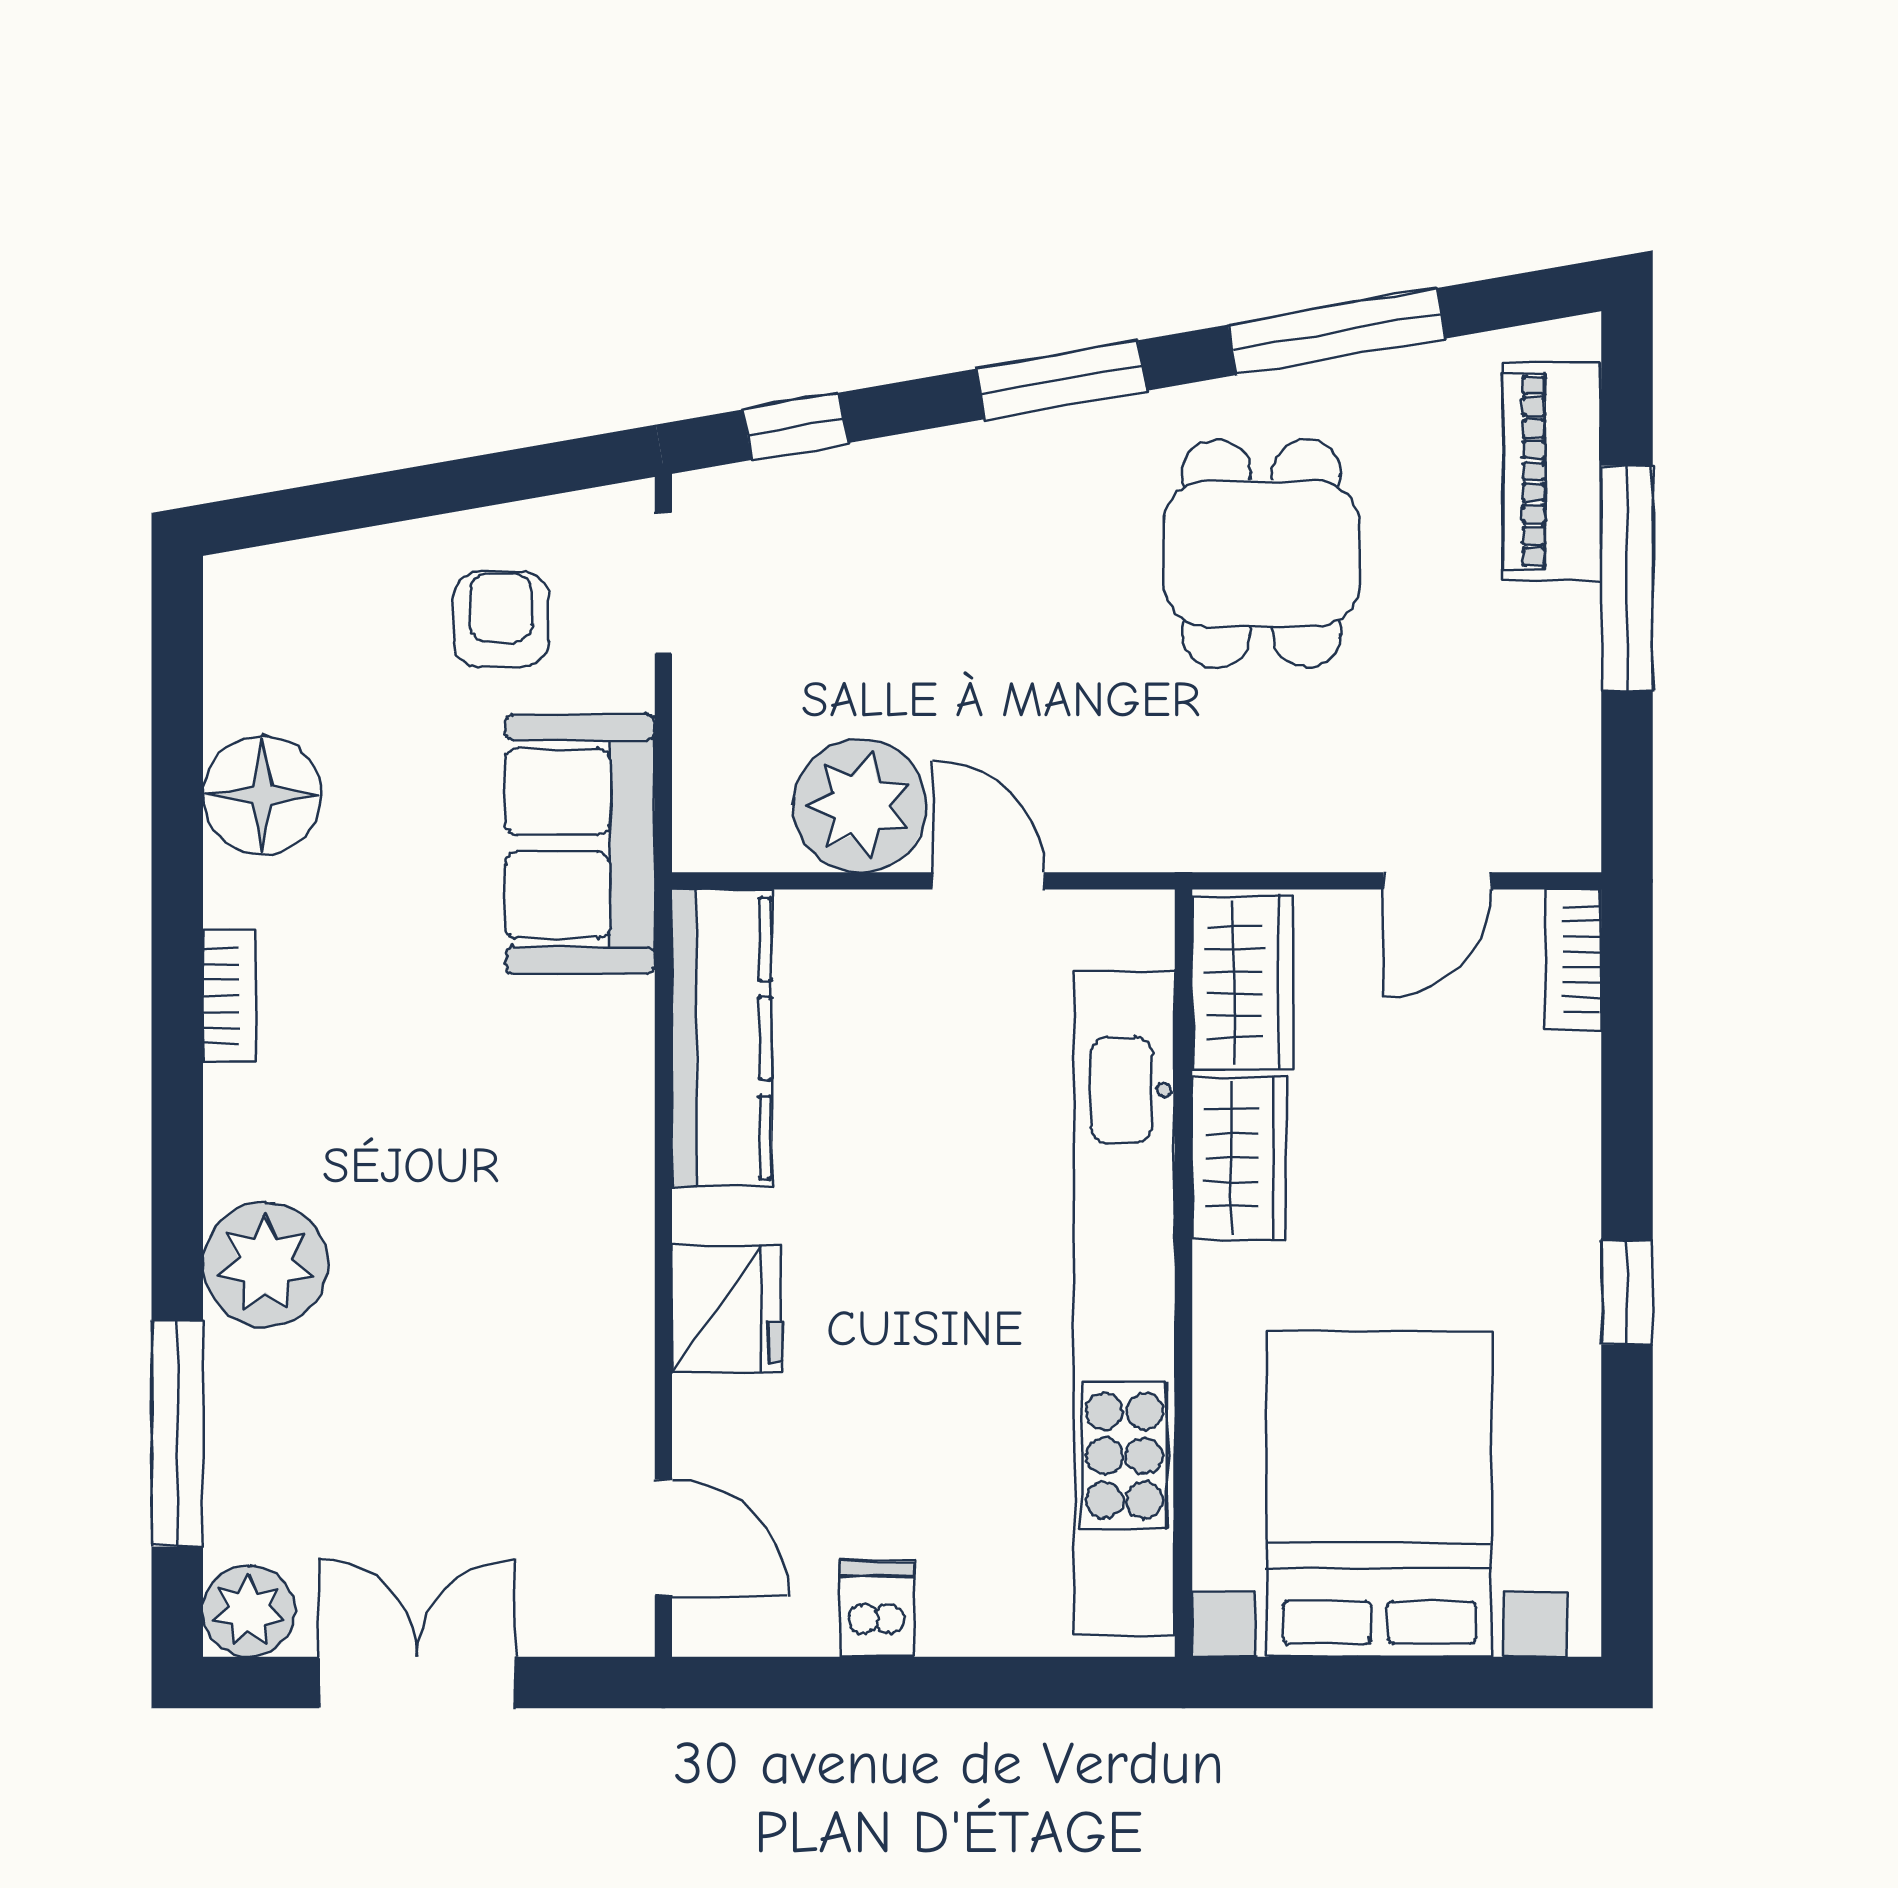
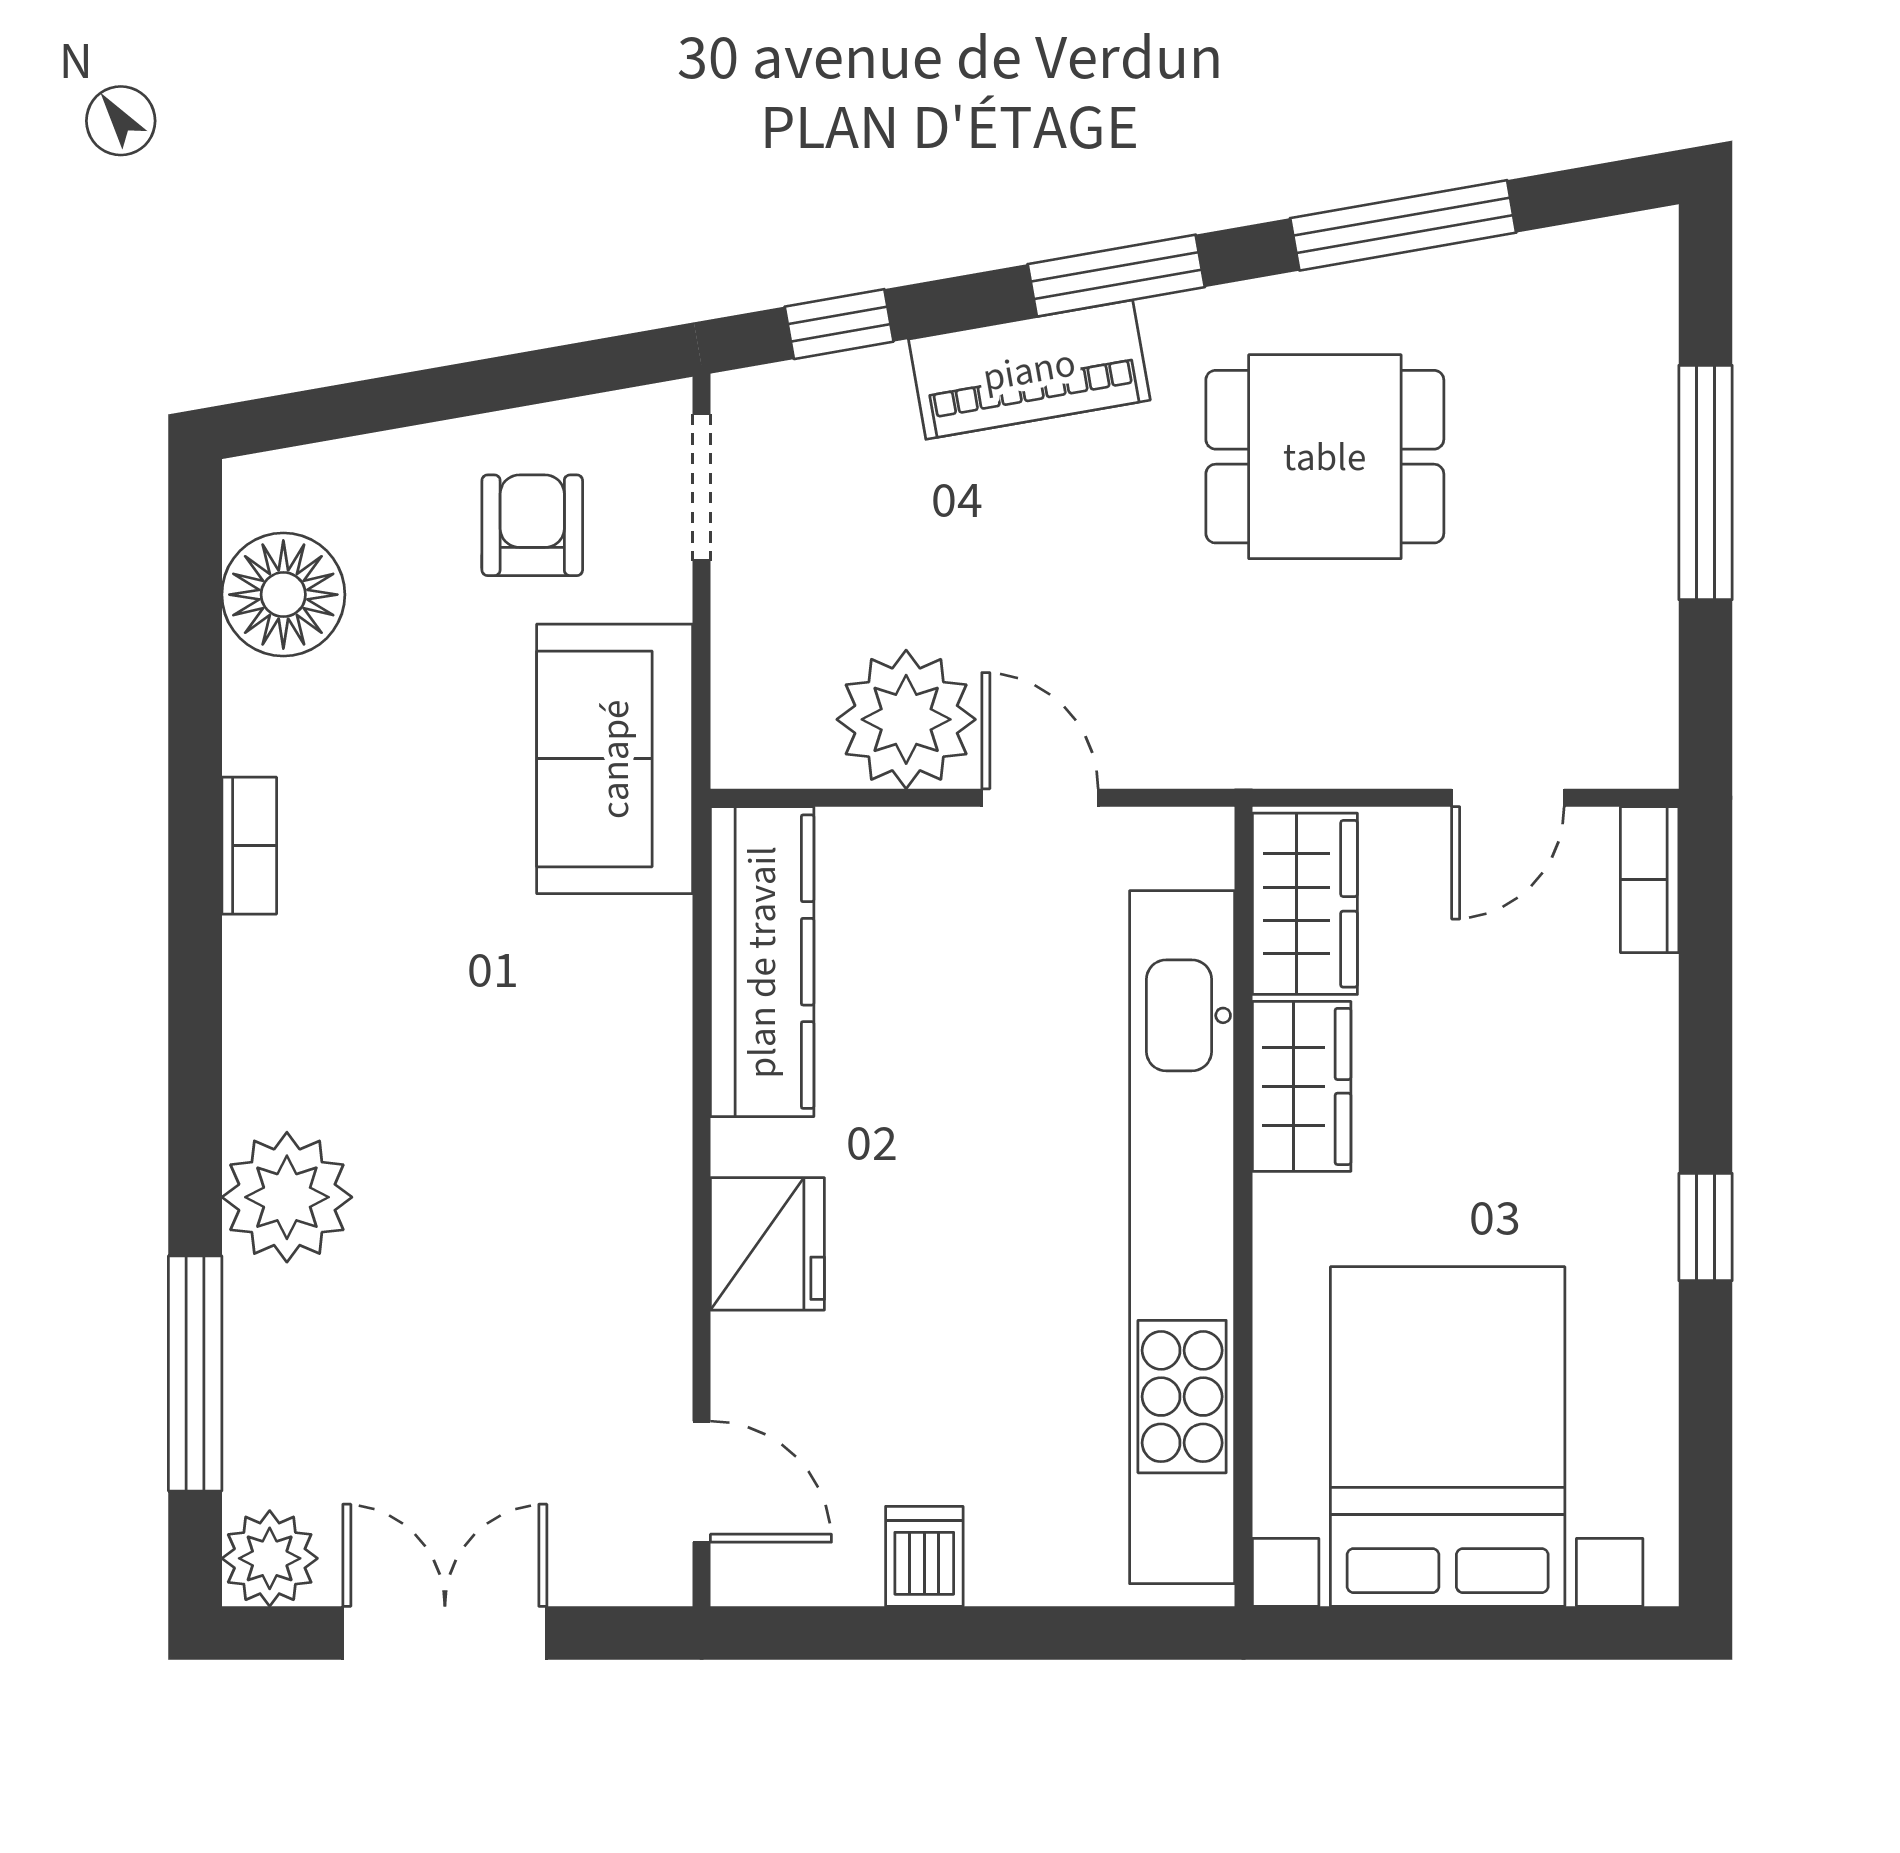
piano: (1552, 471) -> (1029, 370), moved, turned -100
dining table: (1262, 554) -> (1325, 457), turned 90
floor lamp: (262, 795) -> (283, 595), moved
bookcase: (229, 996) -> (249, 846), moved

